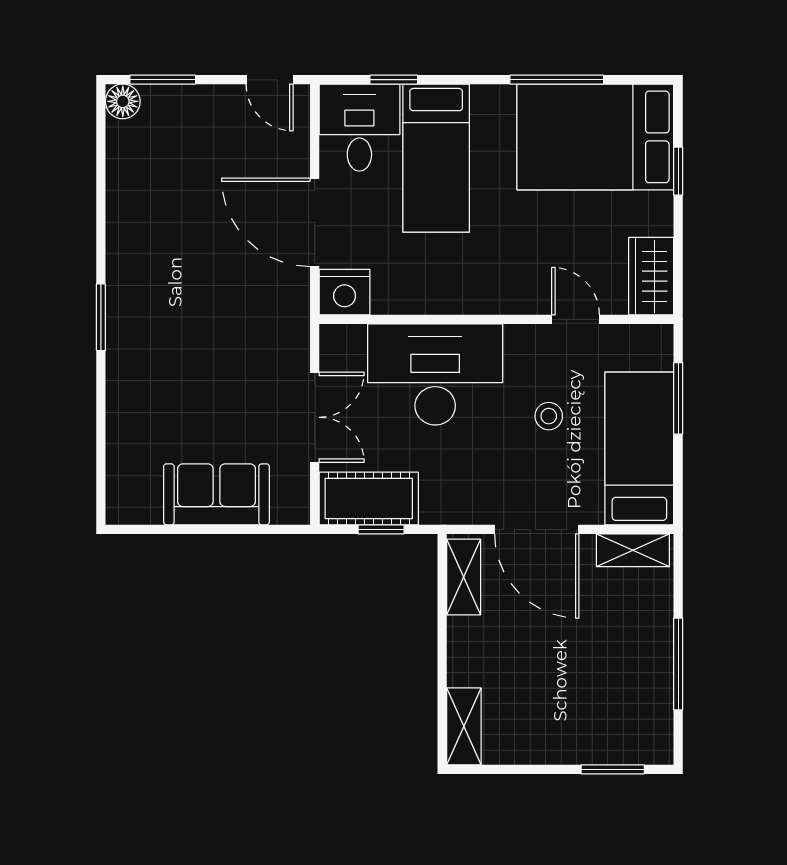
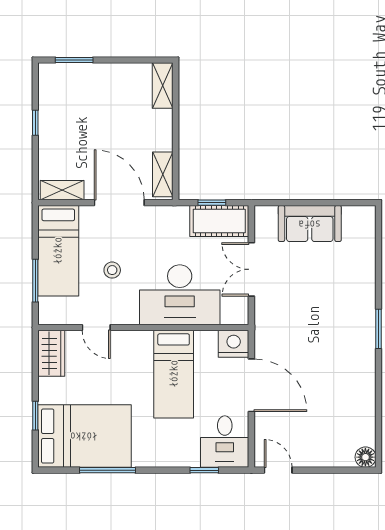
window: (163, 80) -> (342, 470), removed
bed: (436, 158) -> (174, 374), moved, turned 180
window: (678, 664) -> (35, 123), width x0.46

